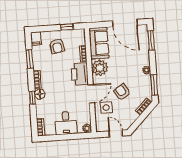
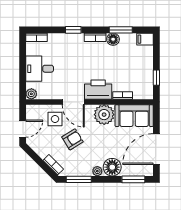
armchair: (57, 46) -> (134, 64), removed
floor lamp: (142, 58) -> (112, 167), added
floor lamp: (40, 94) -> (113, 39), moved

